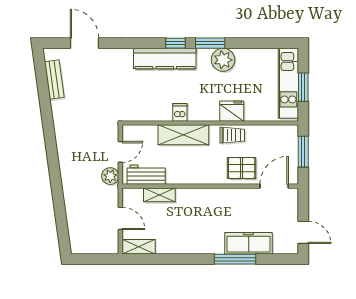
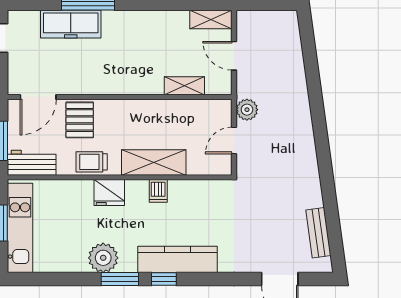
fridge: (232, 111) -> (109, 193), moved
pallet: (242, 168) -> (80, 120), turned 90
workbench: (146, 175) -> (32, 163), moved, turned 180

